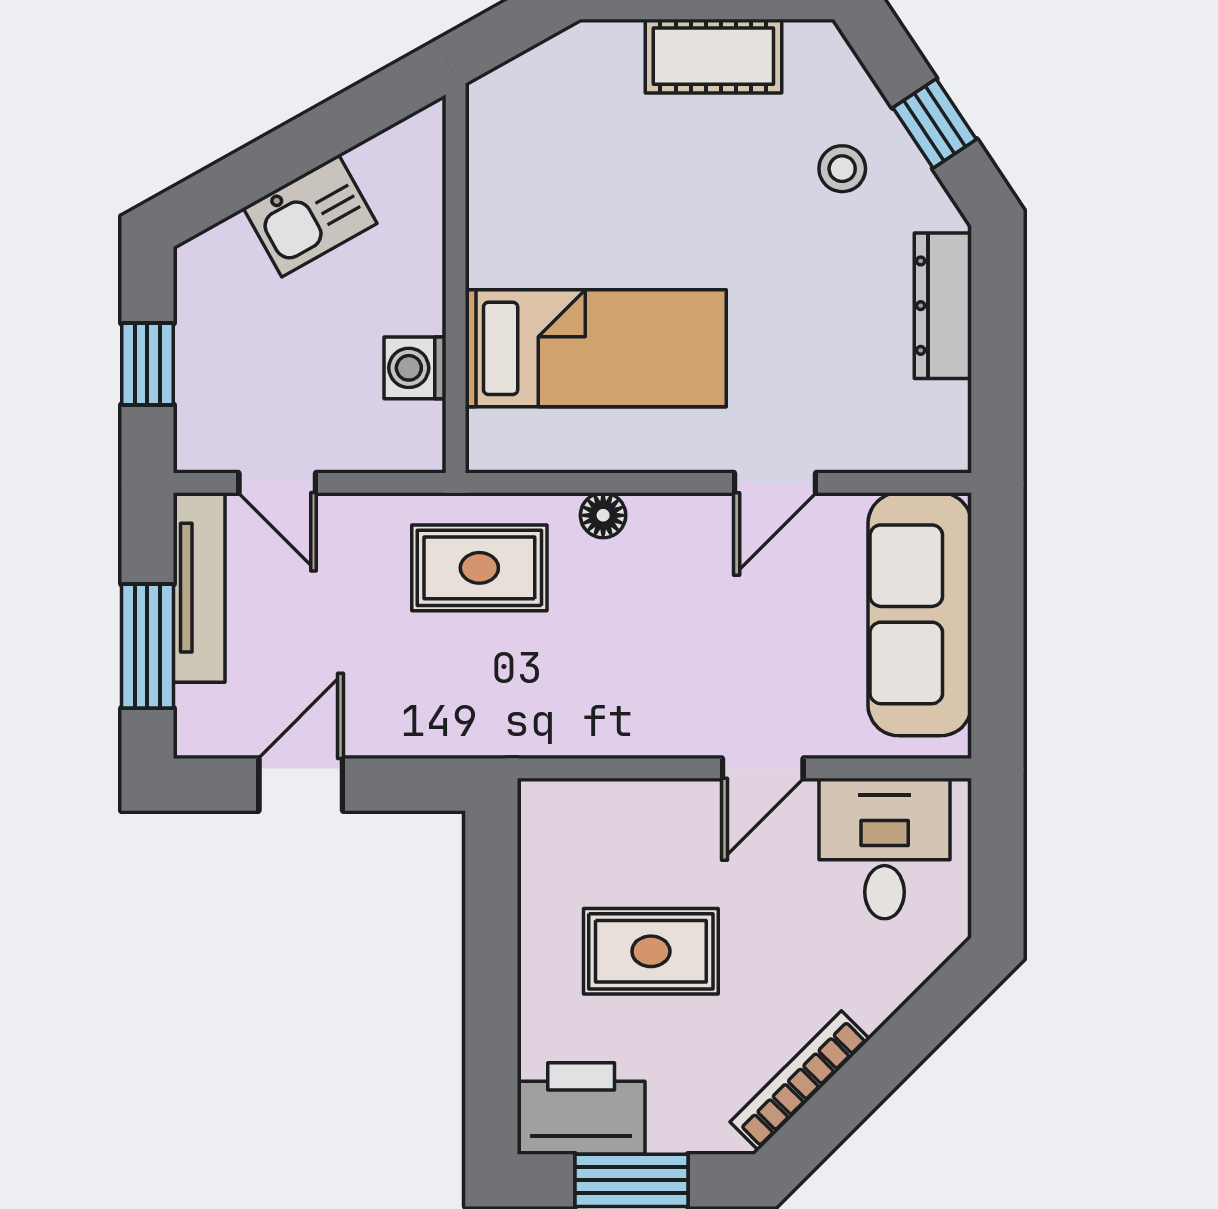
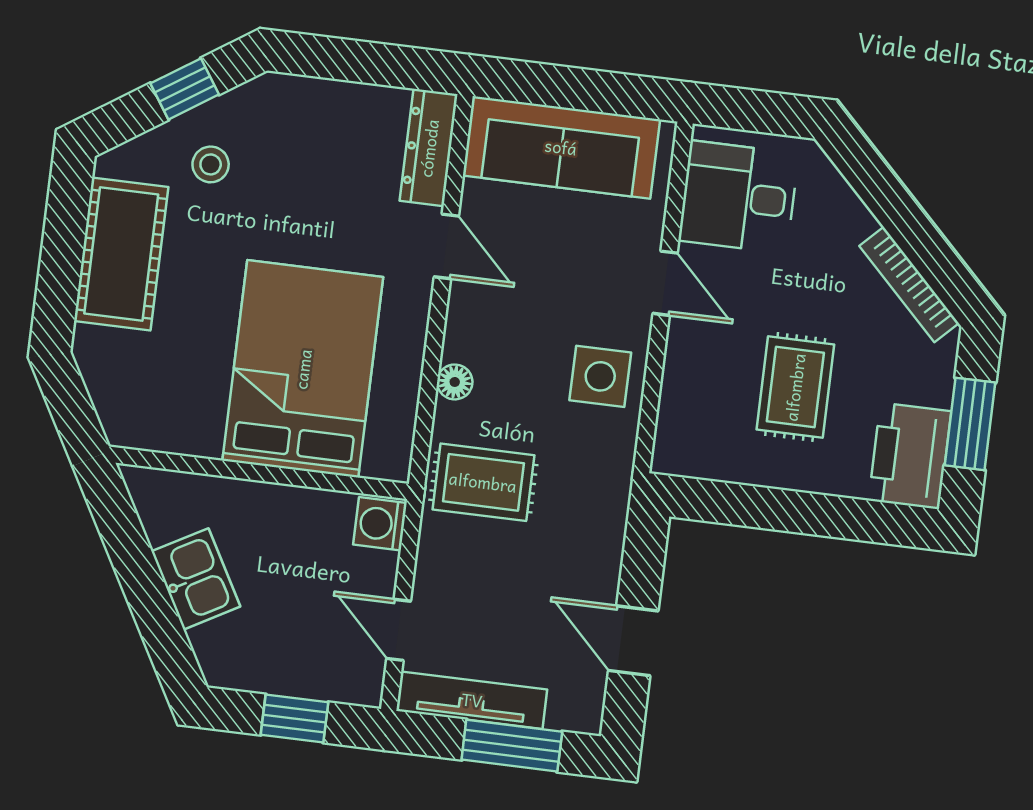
cot: (713, 56) -> (121, 254), width x1.37, depth x1.34
dresser: (943, 306) -> (429, 148), moved, turned 90
bed: (596, 348) -> (303, 369), width x1.50
washing machine: (415, 368) -> (380, 524), moved, turned 90
door: (277, 483) -> (399, 630), swing flipped
rug: (479, 568) -> (483, 482), turned 90
side table: (633, 700) -> (600, 376), added

